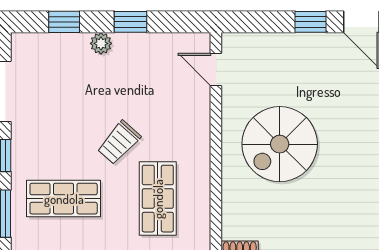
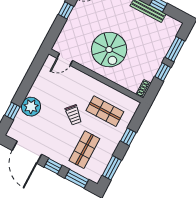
window: (130, 22) -> (27, 84), removed
plant: (101, 43) -> (31, 107), width x1.88, depth x1.88

